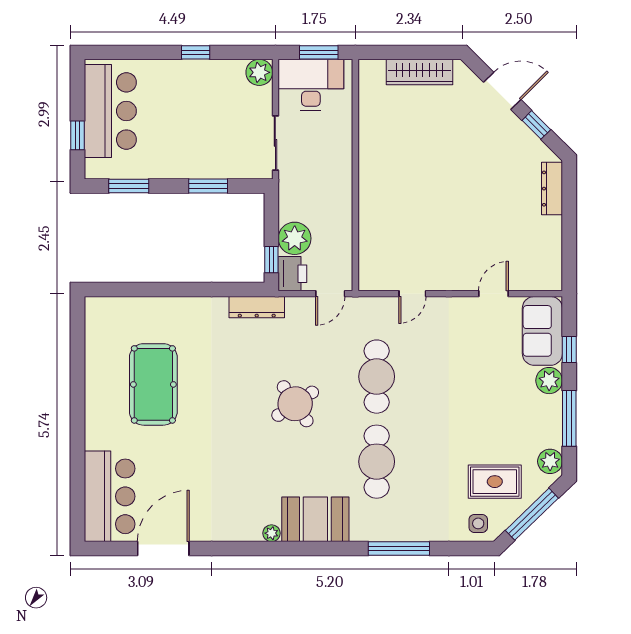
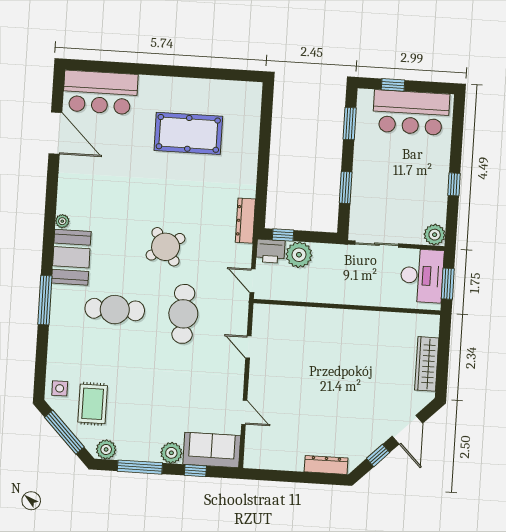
cafe table: (377, 377) -> (183, 314), turned 90
window: (399, 549) -> (45, 300), moved

